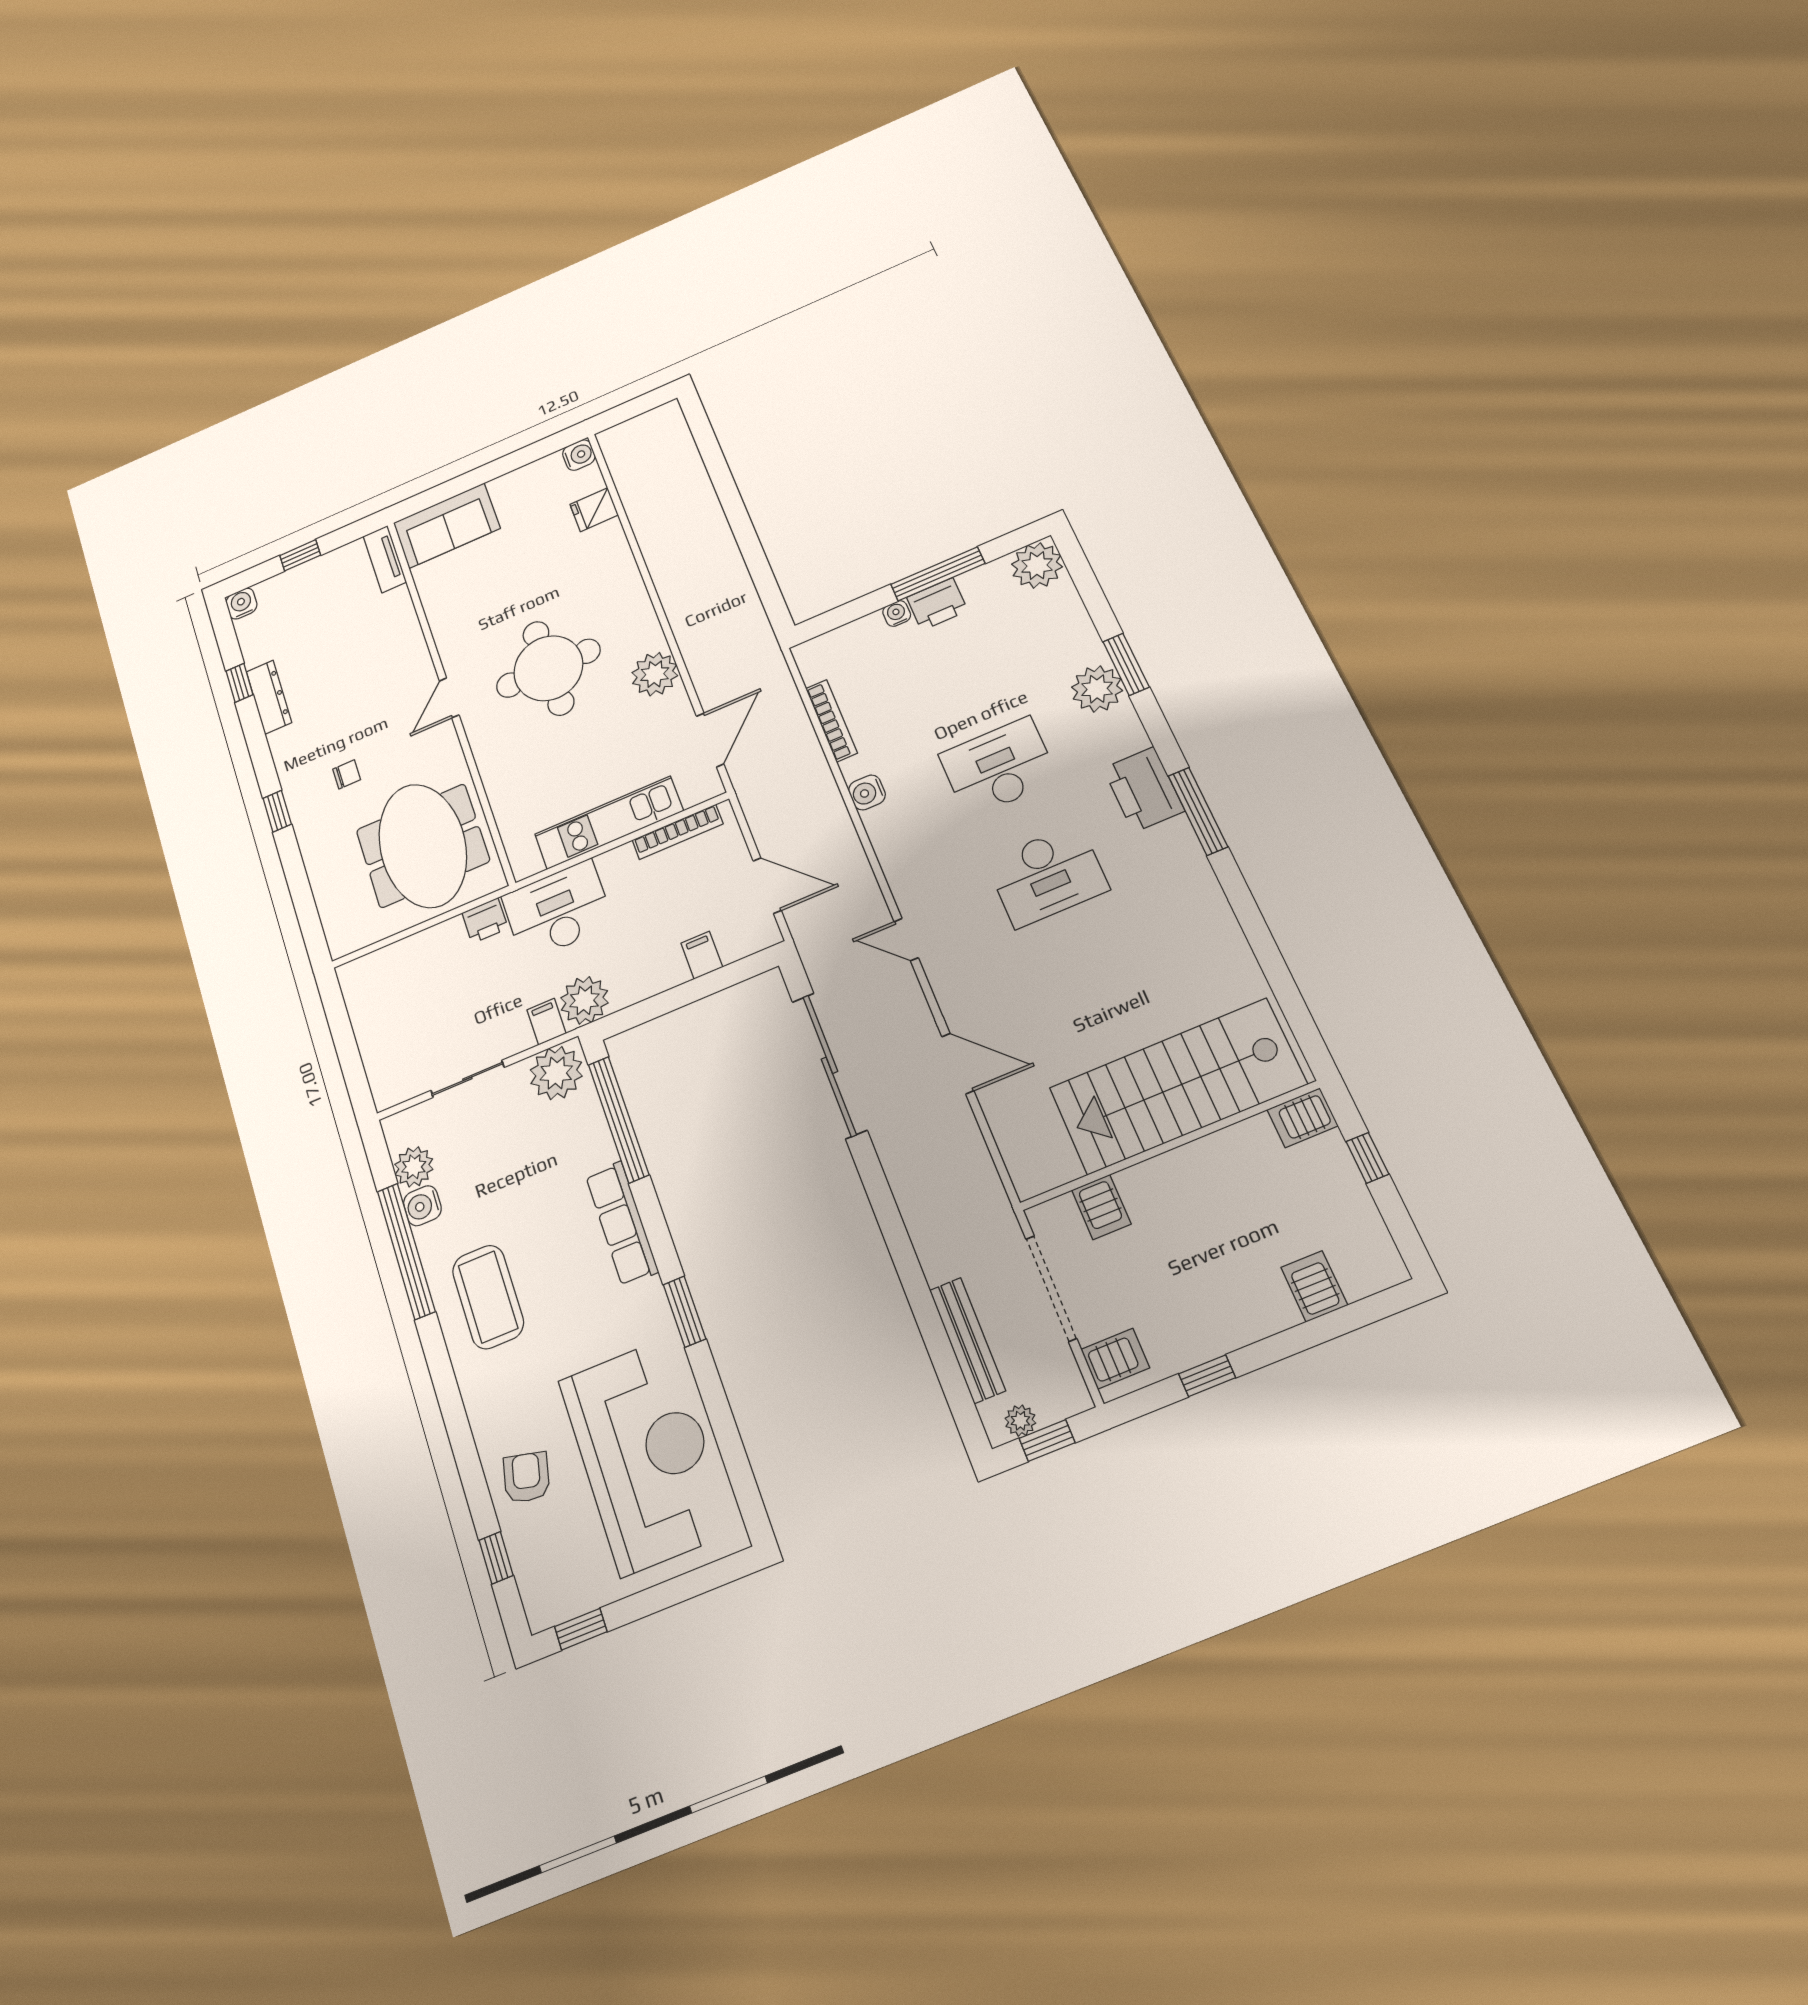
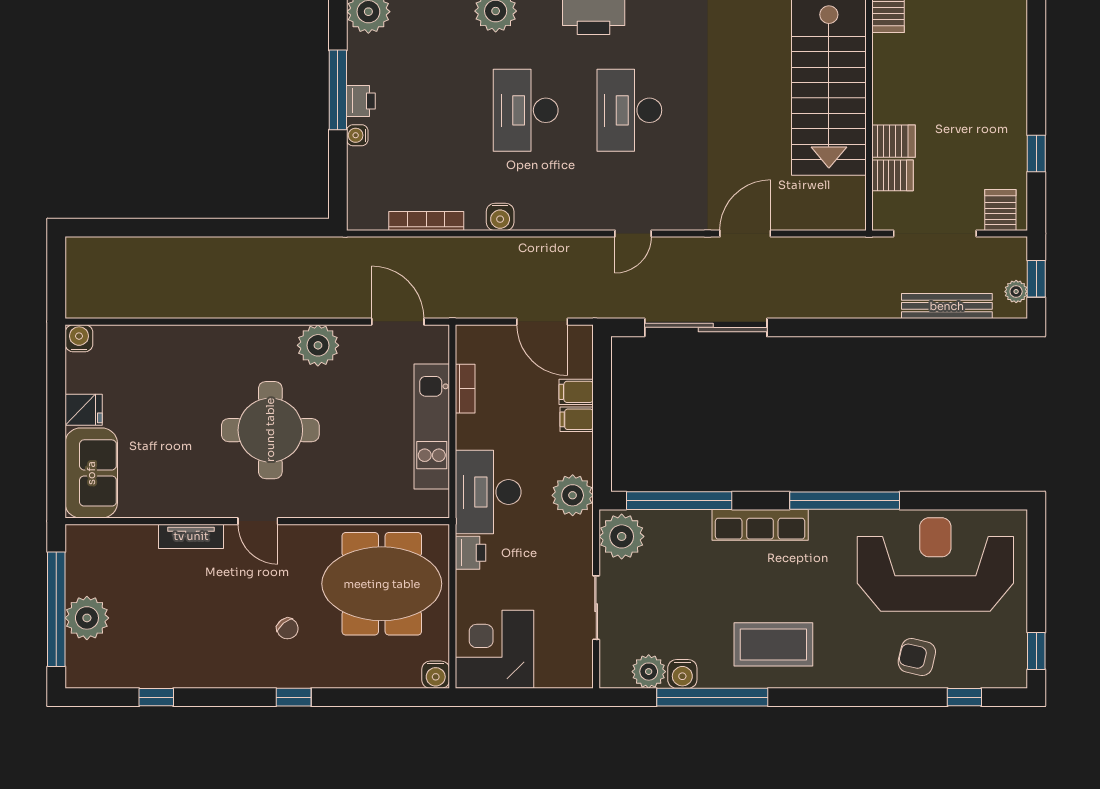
fridge: (594, 510) -> (84, 410), moved, turned -90
window: (300, 555) -> (56, 609), width x3.17
tv unit: (385, 559) -> (191, 536), moved
plant: (300, 586) -> (87, 618), added
water cooler: (241, 604) -> (436, 675), moved, turned -90
printer: (937, 604) -> (361, 101), width x0.73, depth x0.81
dresser: (269, 697) -> (183, 675), removed
chair: (347, 774) -> (288, 628), turned 140
bookcase: (678, 832) -> (465, 389), width x0.64
desk: (1047, 875) -> (629, 110), turned 180
door: (767, 886) -> (542, 322), swing flipped
corner desk: (388, 990) -> (494, 649), added
filing cabinet: (546, 1022) -> (577, 419), moved
server rack: (1314, 1286) -> (894, 141), moved, turned 180
window: (685, 1312) -> (845, 501), width x2.11

